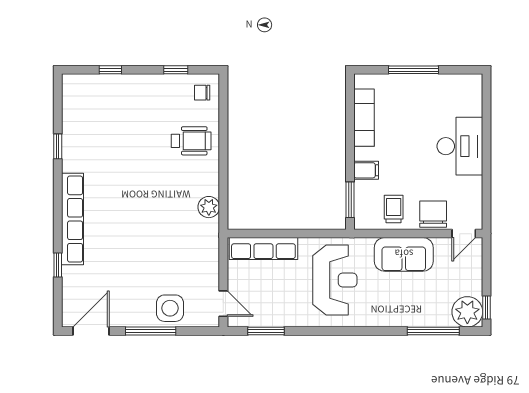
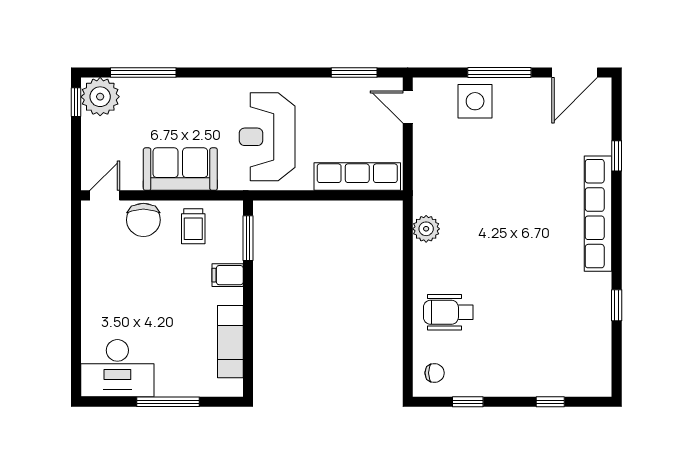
desk: (460, 146) -> (117, 368), moved, turned -90

